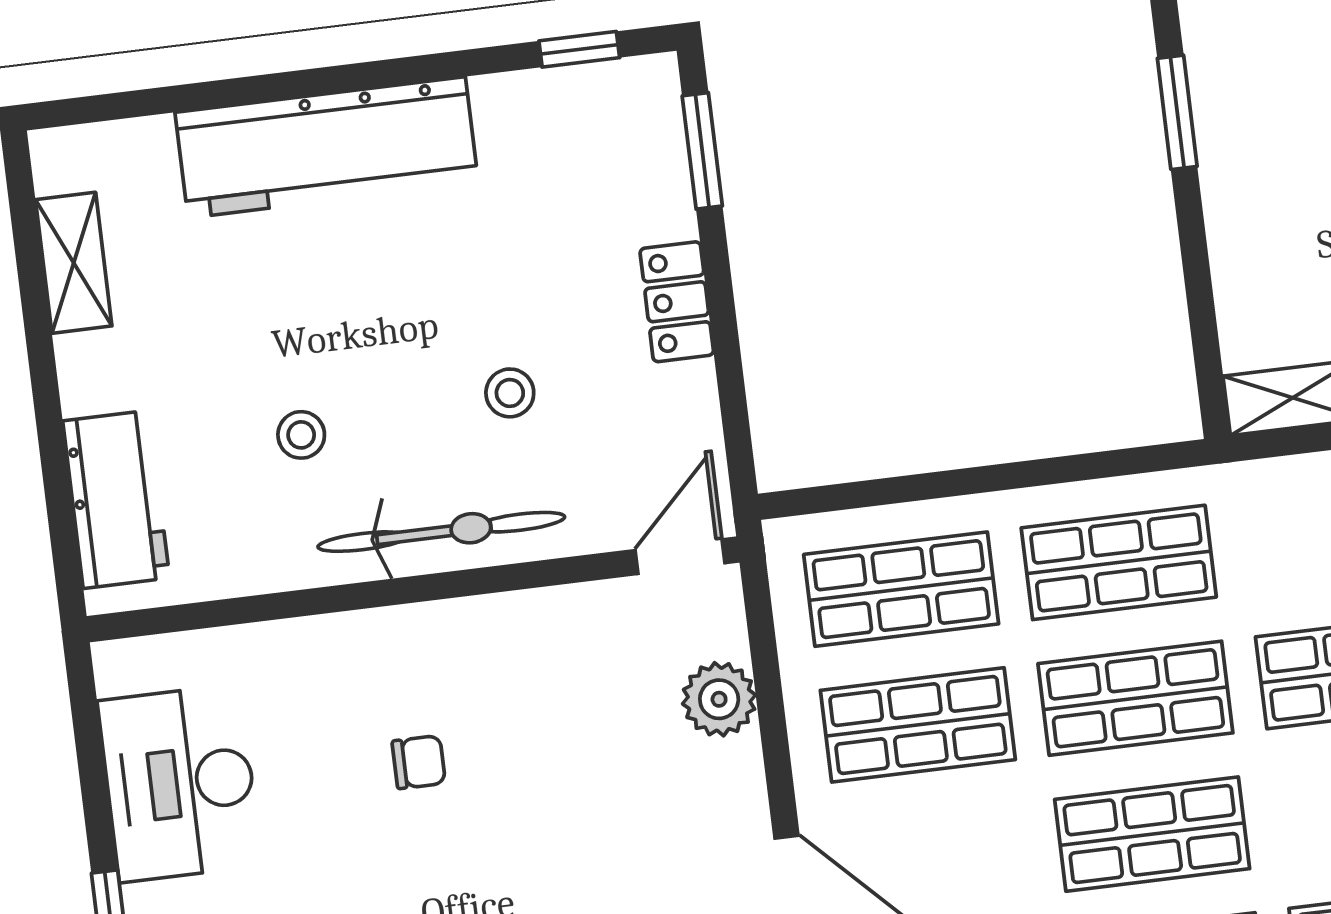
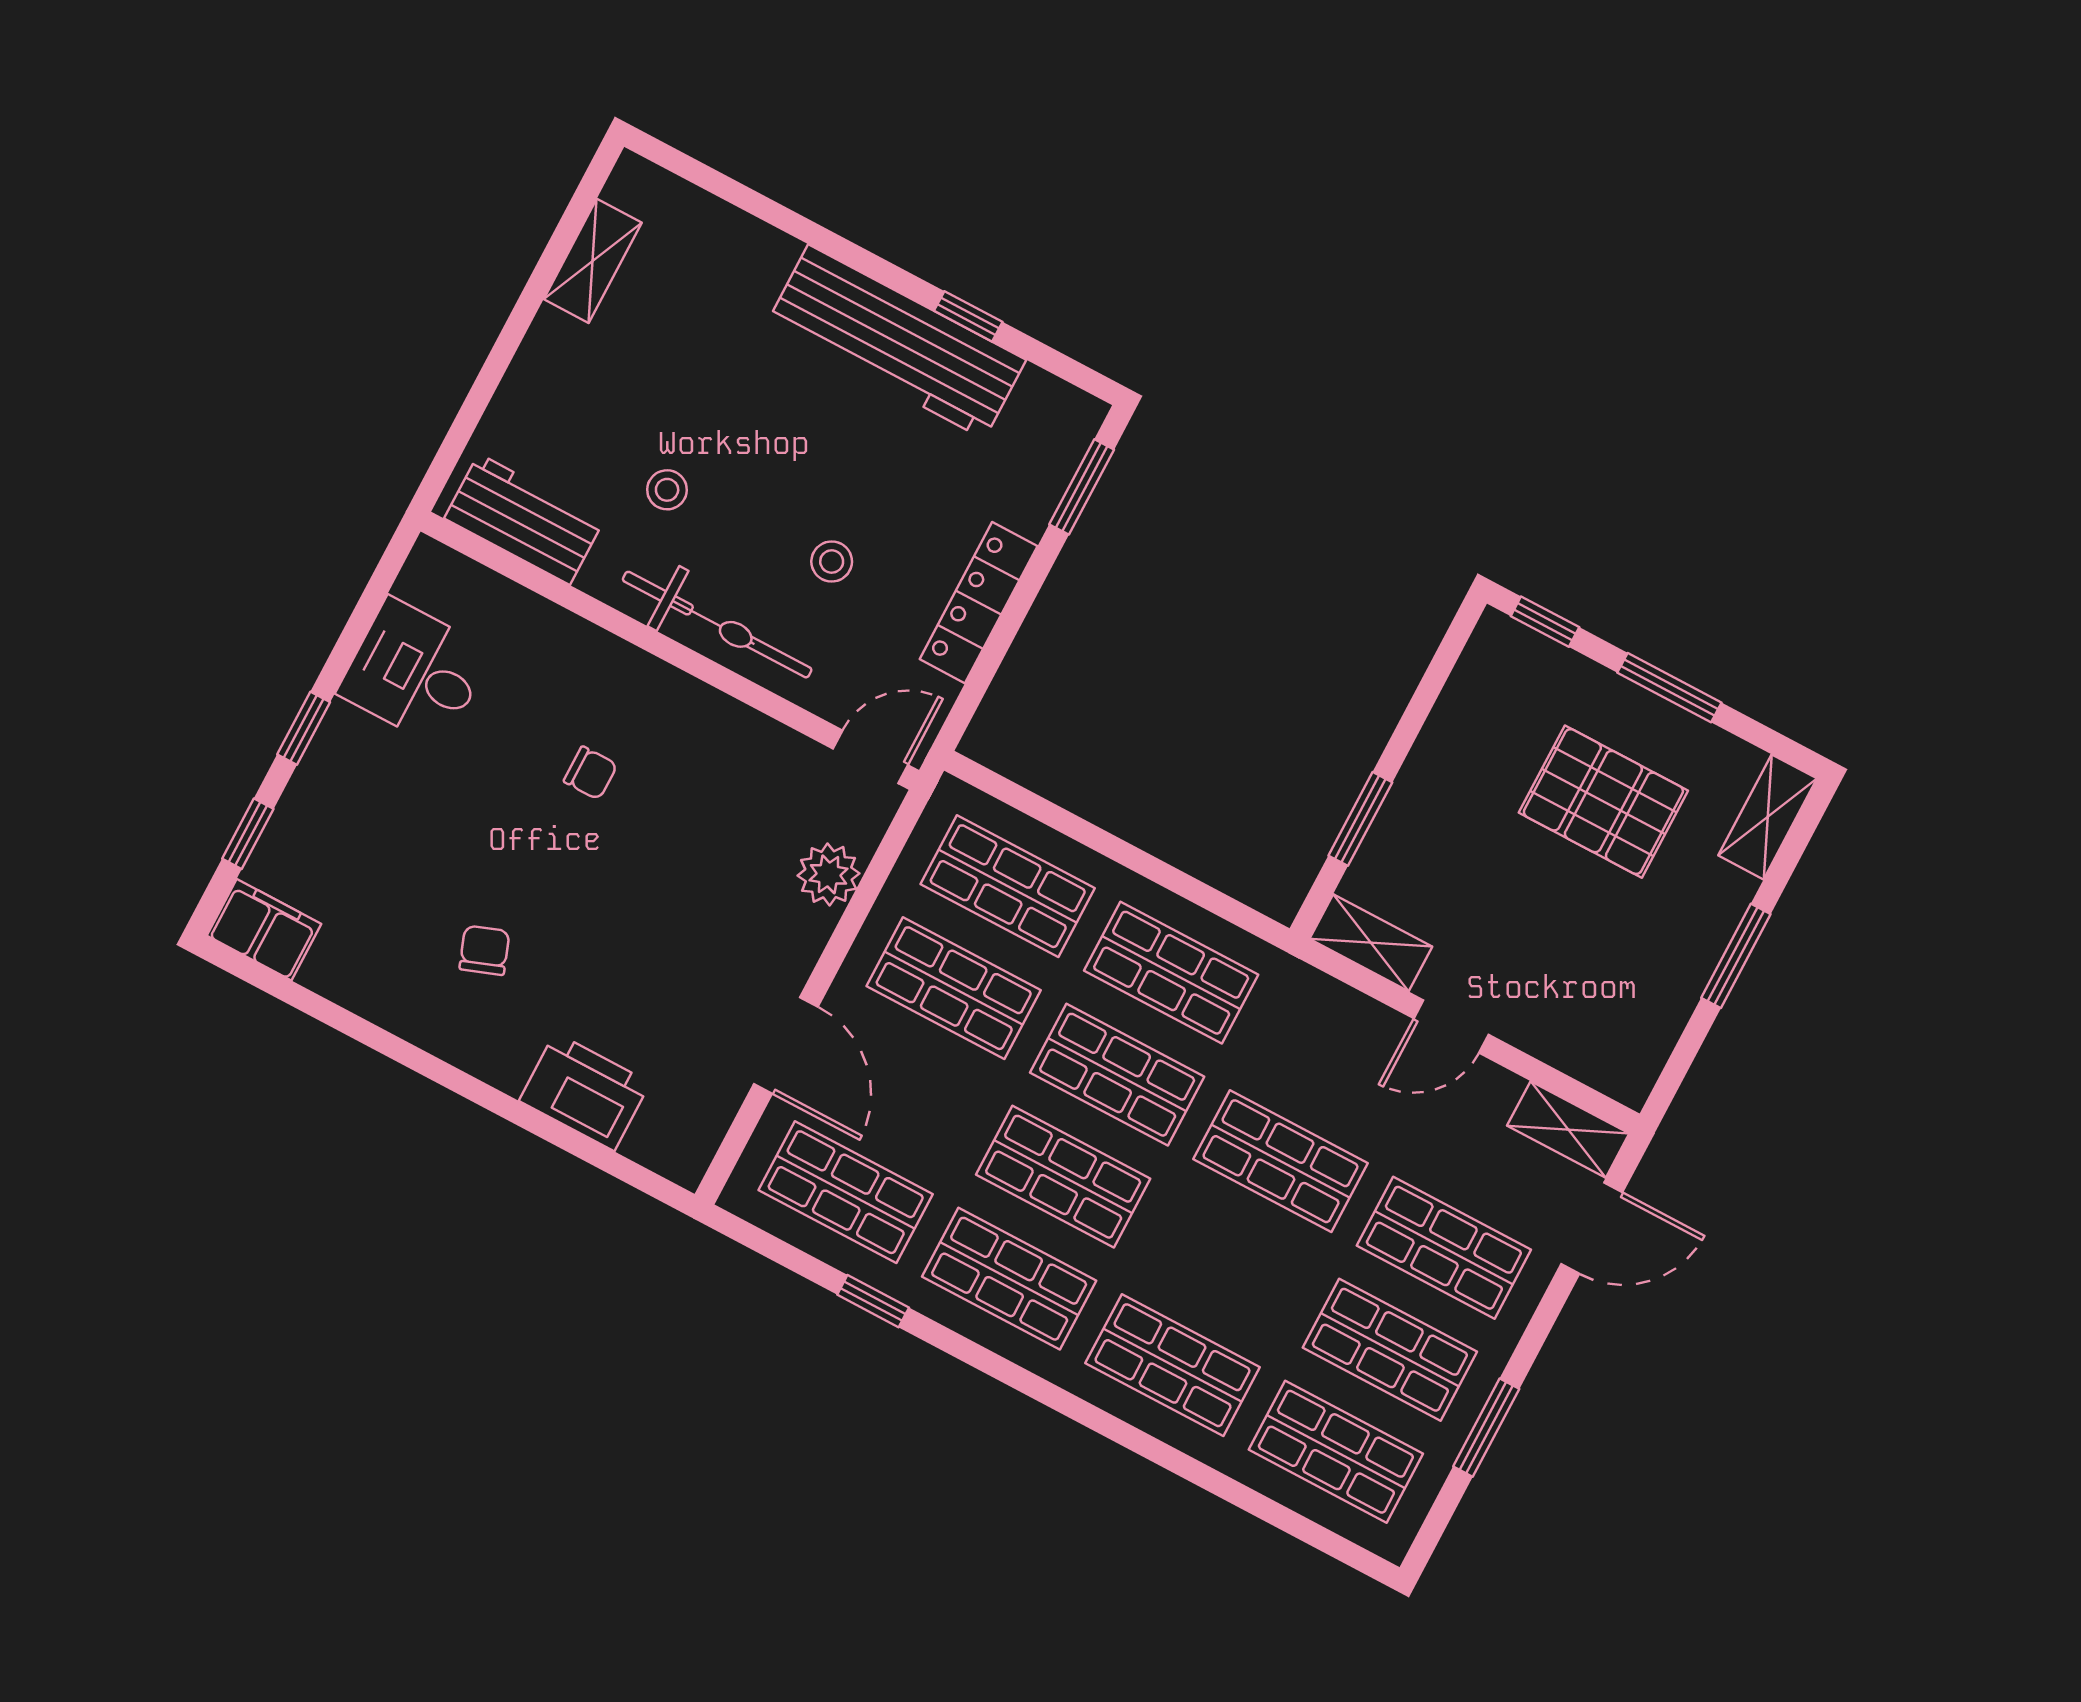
window: (579, 49) -> (968, 316), moved
window: (1177, 112) -> (1360, 819), moved
workbench: (327, 147) -> (896, 342), moved
locker: (677, 302) -> (979, 603), width x1.53
workbench: (116, 499) -> (524, 519), moved, turned -90
desk: (180, 783) -> (415, 672), width x0.73

